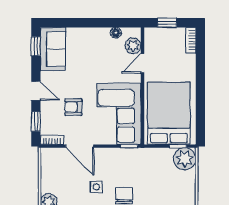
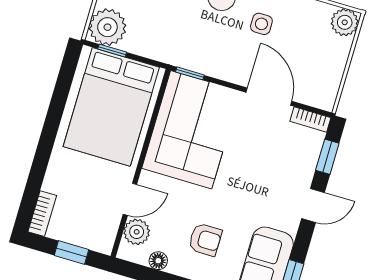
door: (36, 91) -> (313, 205), swing flipped
armchair: (73, 107) -> (205, 240), moved

